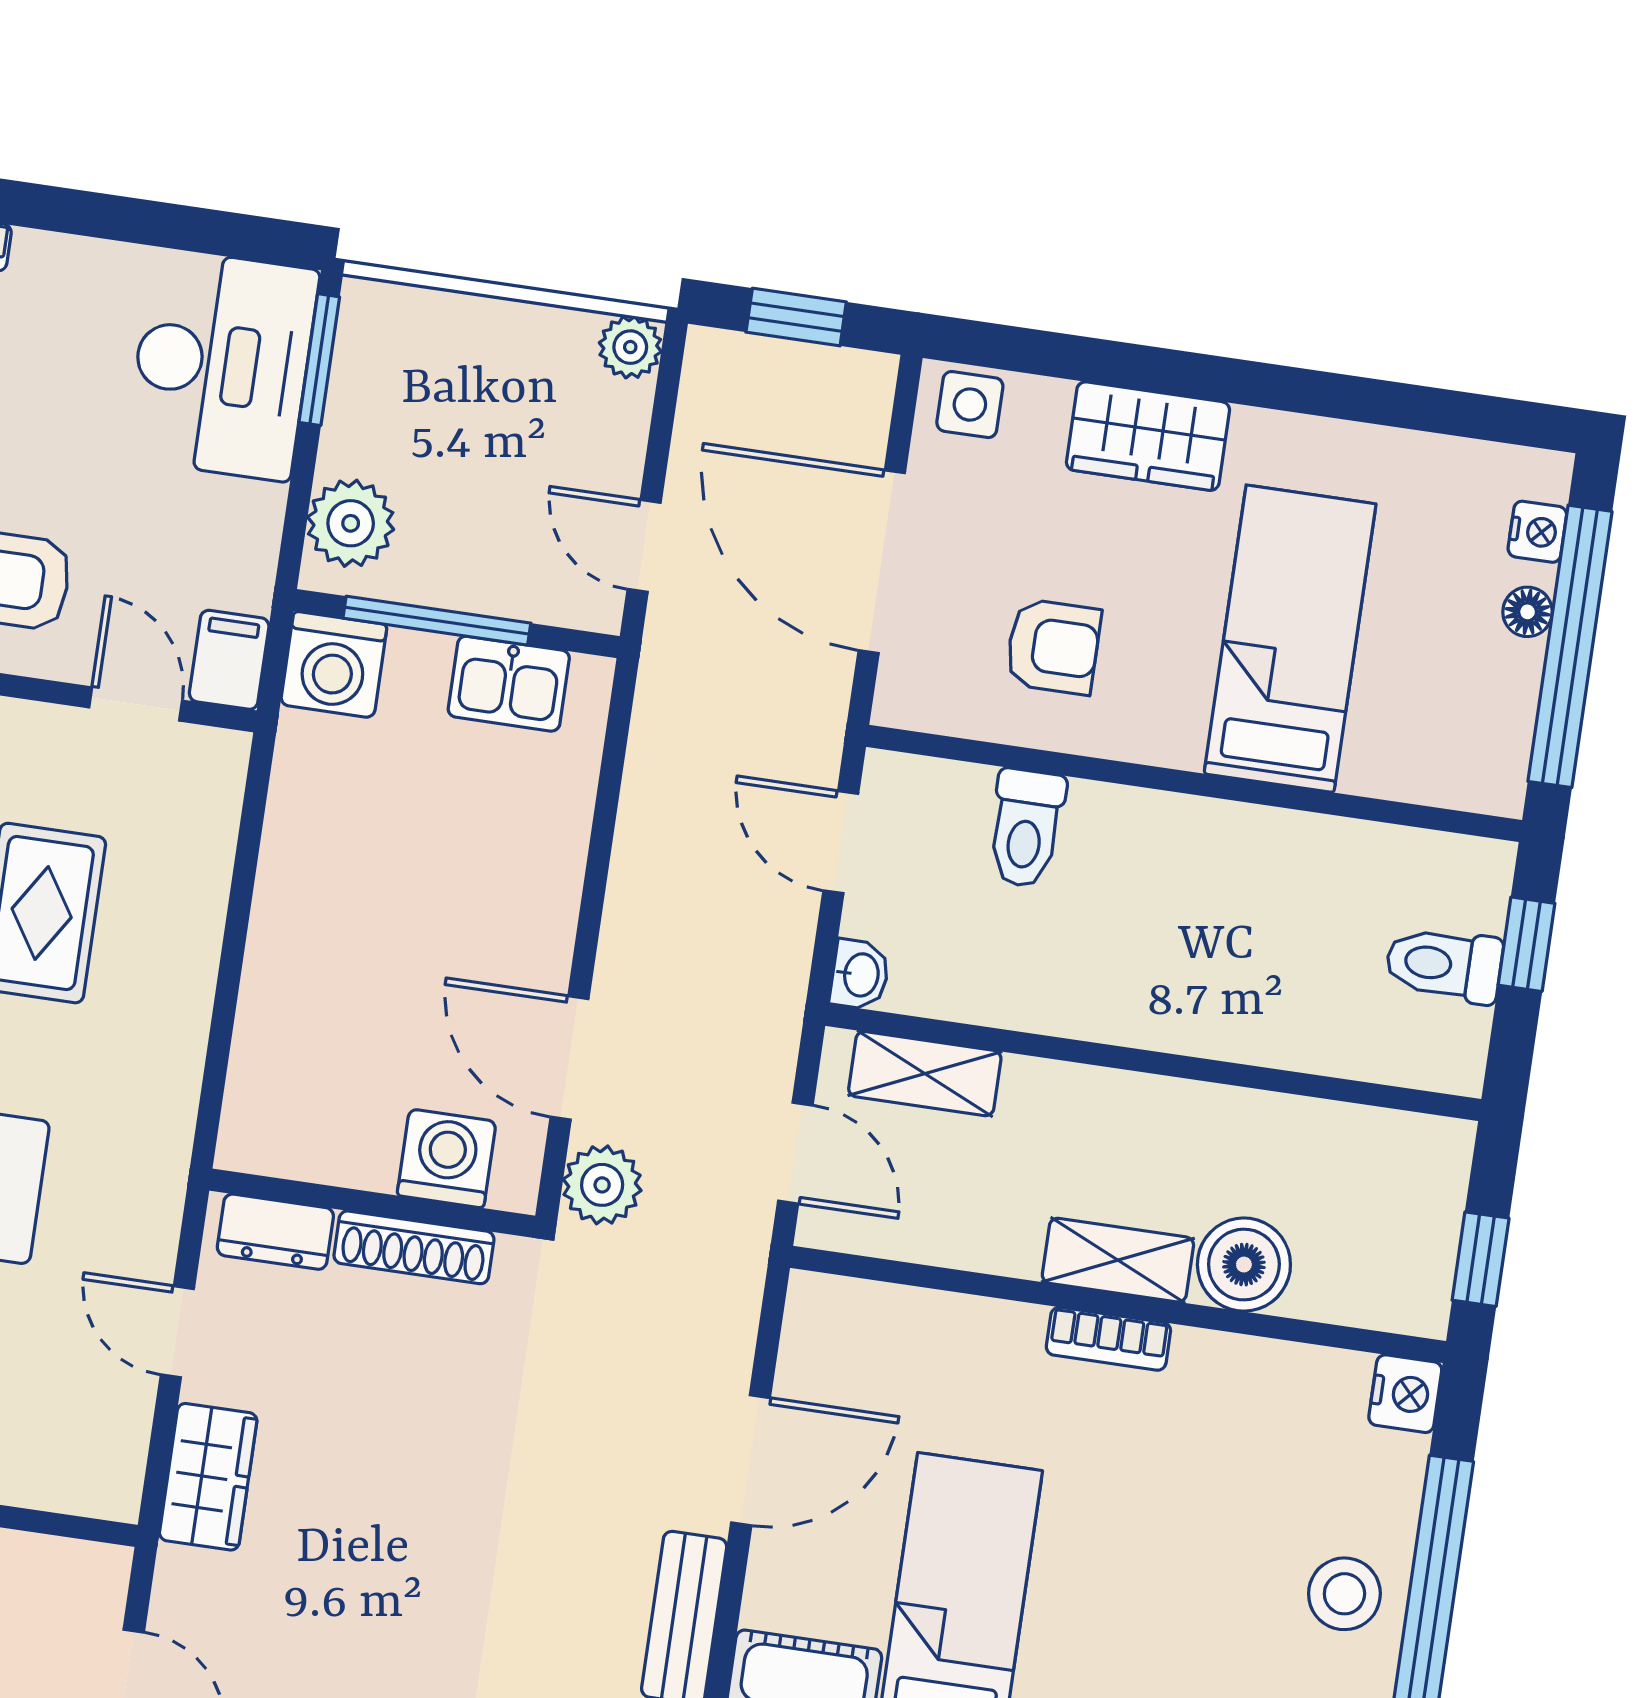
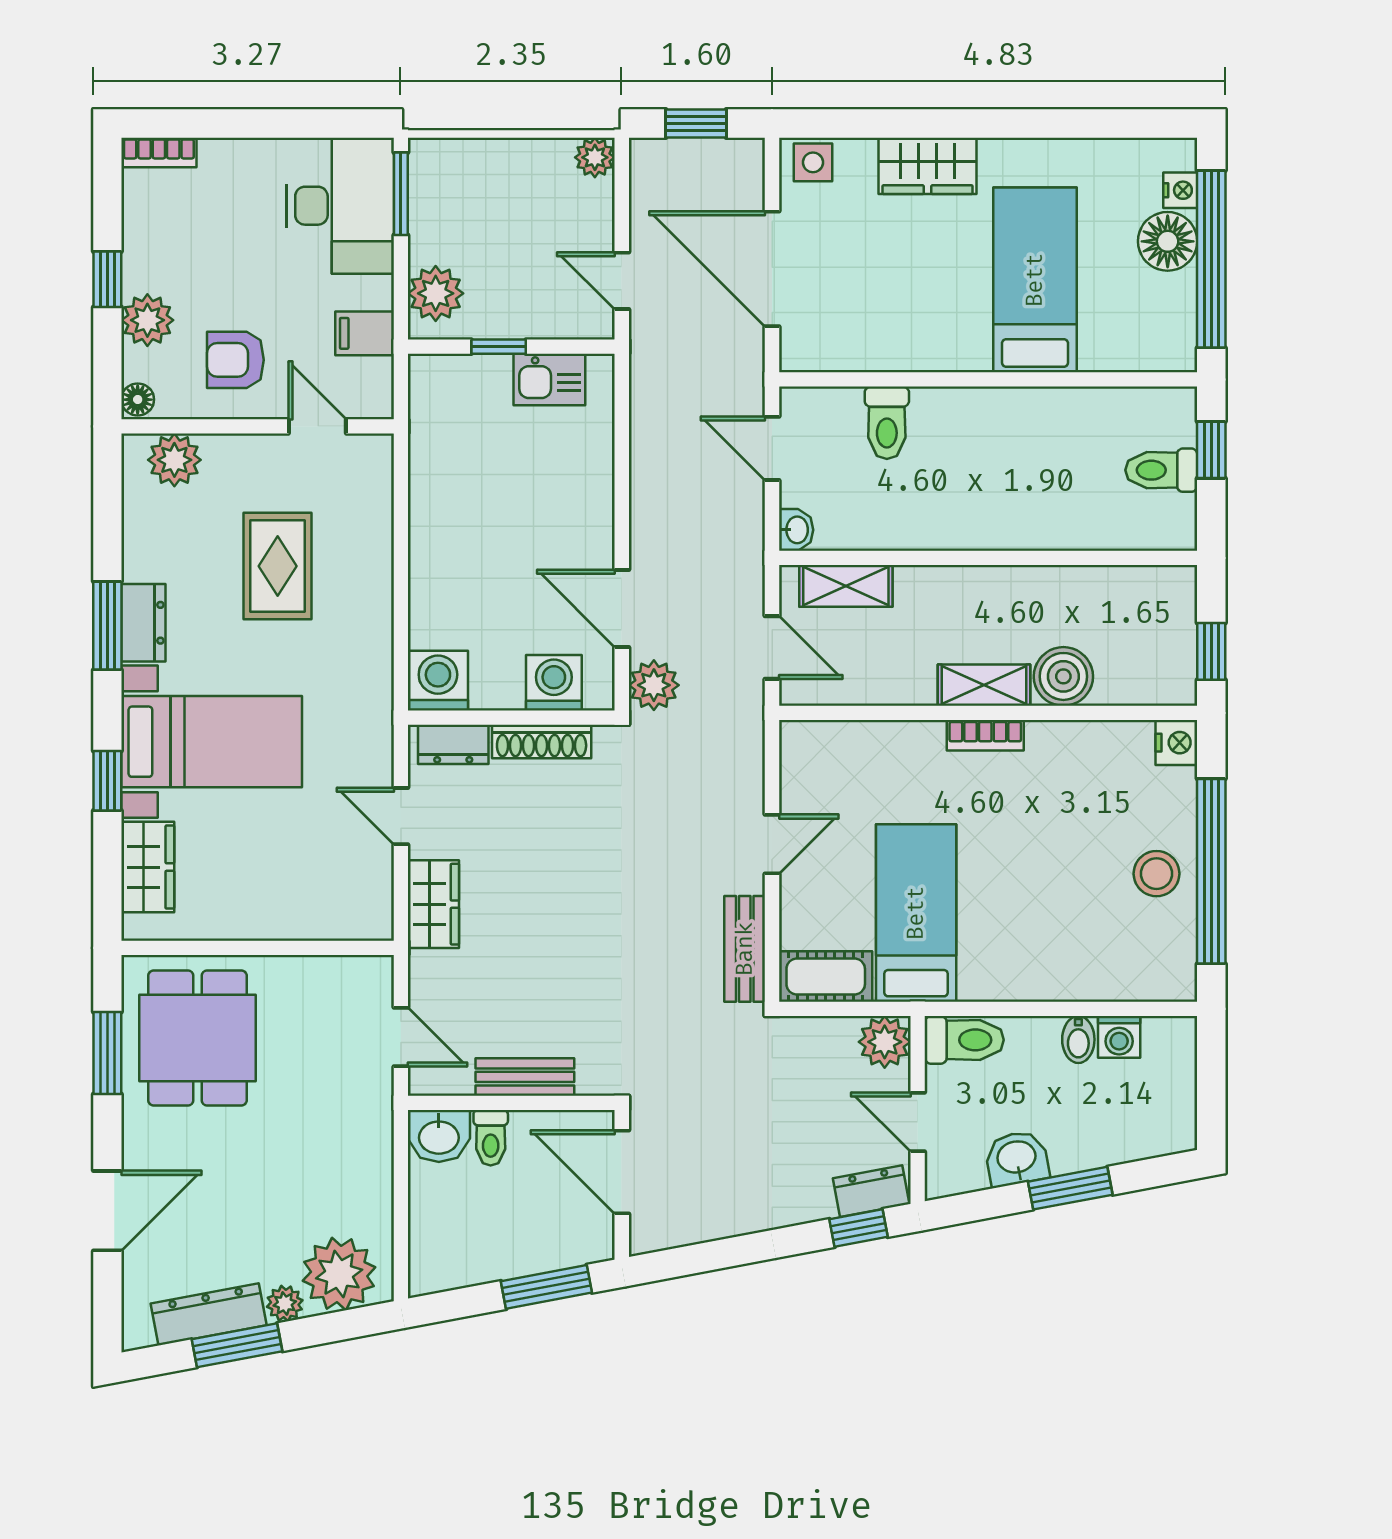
floor lamp: (1528, 612) -> (1168, 241), width x1.89, depth x1.89
window: (437, 621) -> (499, 347), width x0.46
armchair: (1053, 647) -> (887, 307), removed
filing cabinet: (229, 660) -> (365, 333), moved, turned -90
washing machine: (334, 665) -> (438, 681), moved, turned 180
door: (751, 1460) -> (772, 844), width x0.73

